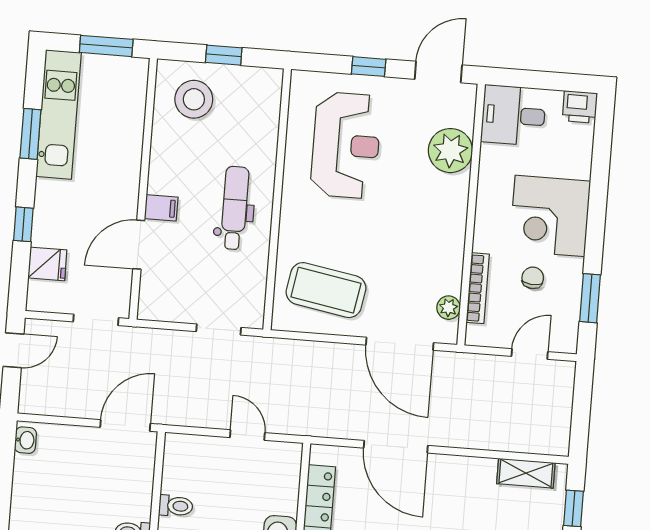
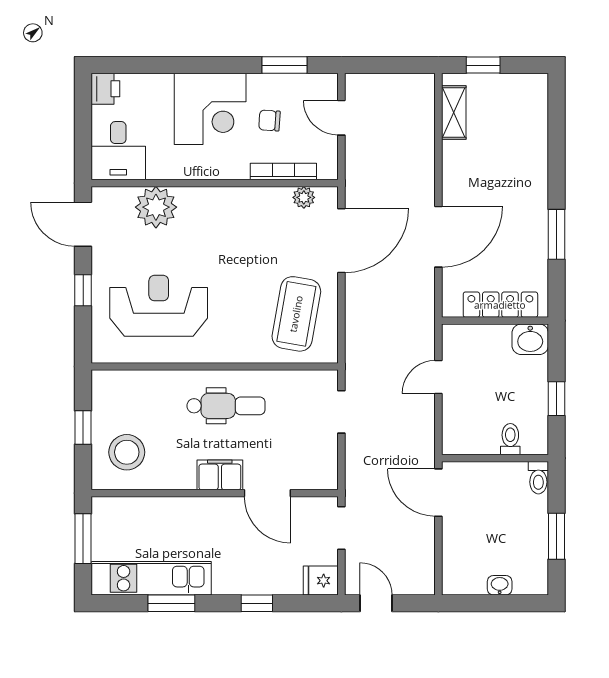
filing cabinet: (161, 208) -> (220, 475), width x2.00
dental chair: (235, 208) -> (226, 406), turned 180
fridge: (47, 264) -> (321, 581), moved, turned -90
washbasin: (25, 440) -> (500, 585), moved

